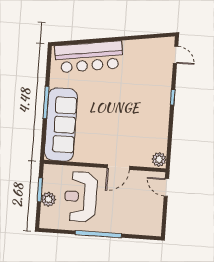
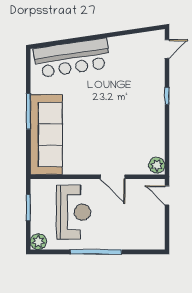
door: (176, 55) -> (167, 49), hinge flipped
door: (118, 167) -> (113, 177), hinge flipped
reception desk: (81, 197) -> (74, 212), turned 180
plant: (48, 199) -> (38, 242), moved

